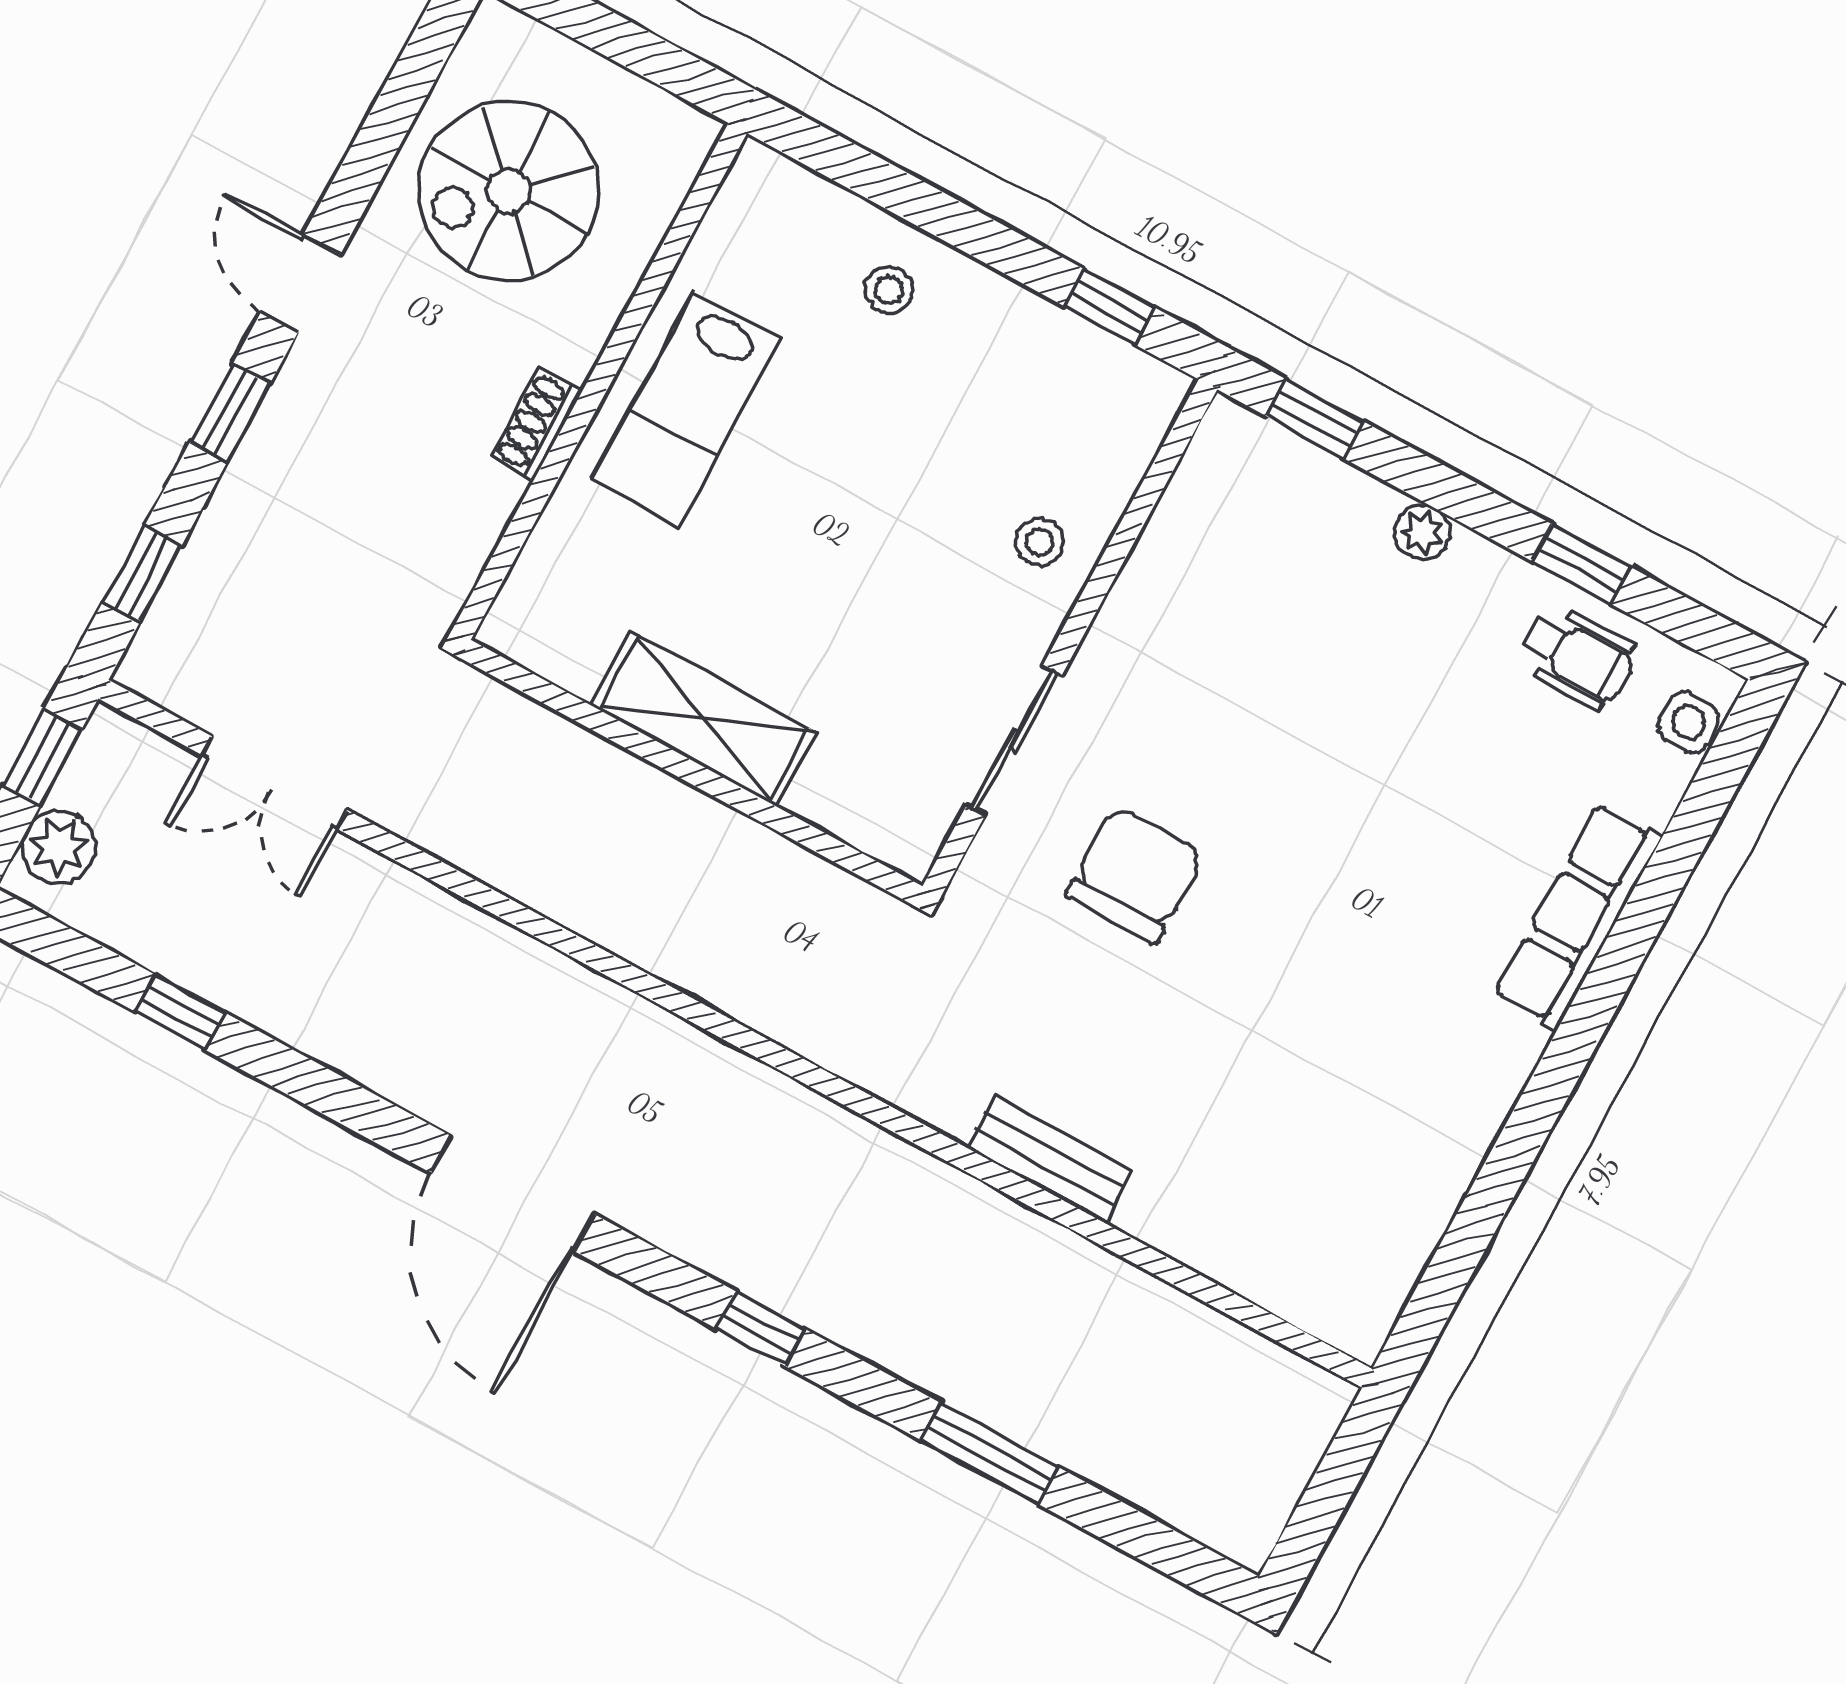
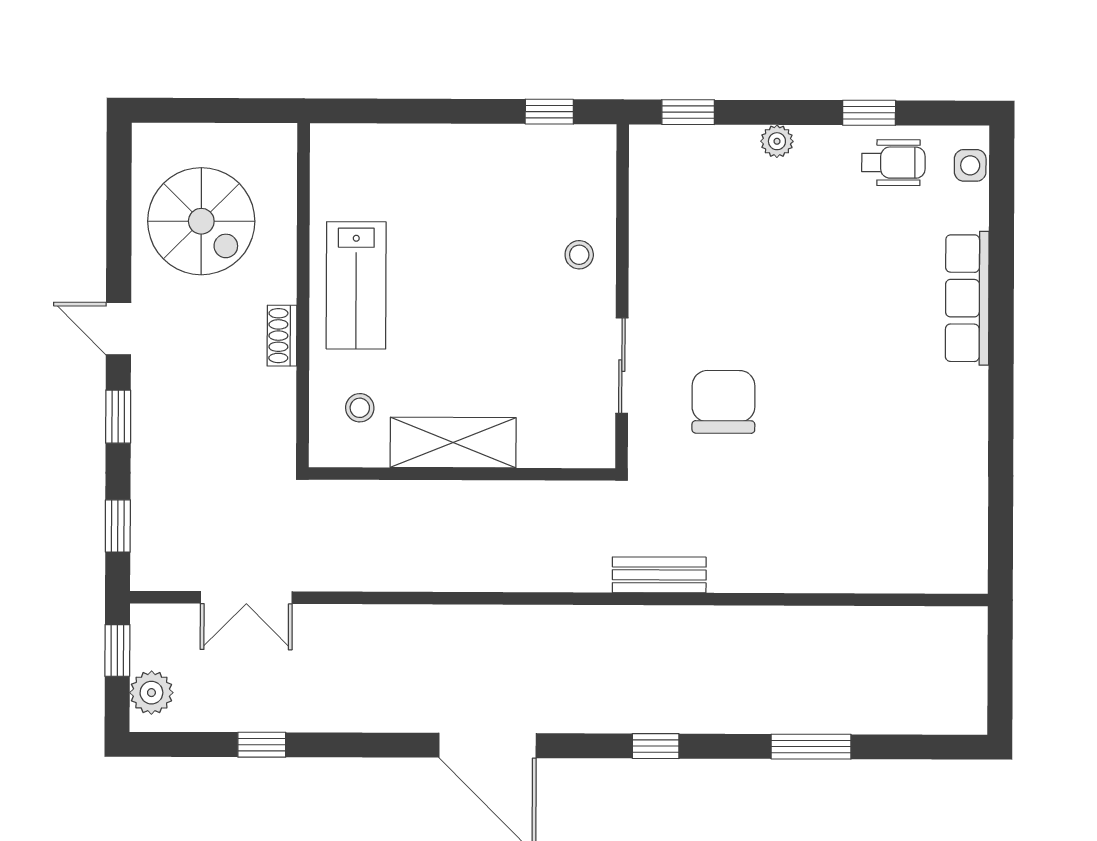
spiral stairs: (509, 191) -> (201, 221), turned -90
stool: (889, 290) -> (360, 408), moved
bench: (1050, 1159) -> (659, 575), moved

